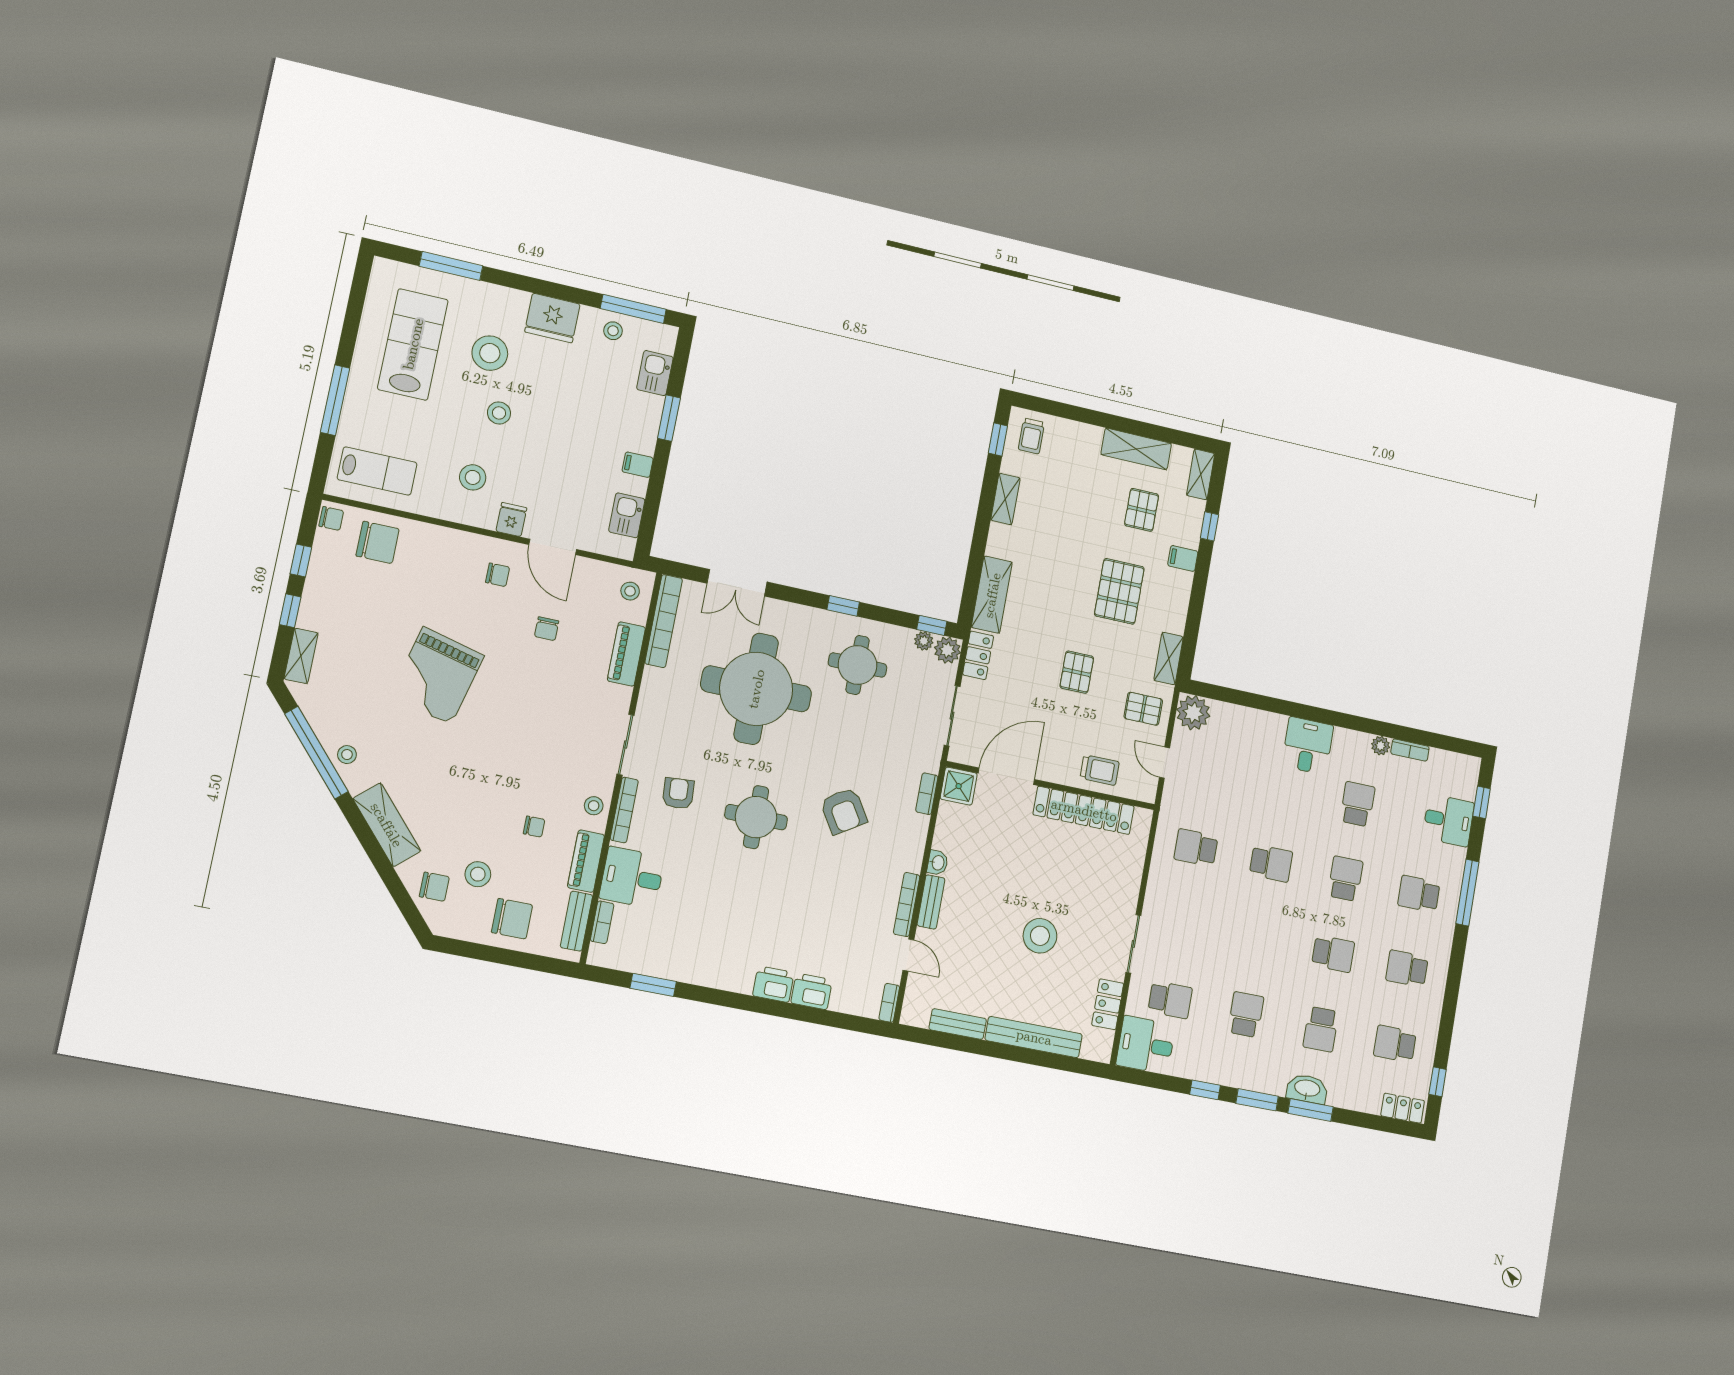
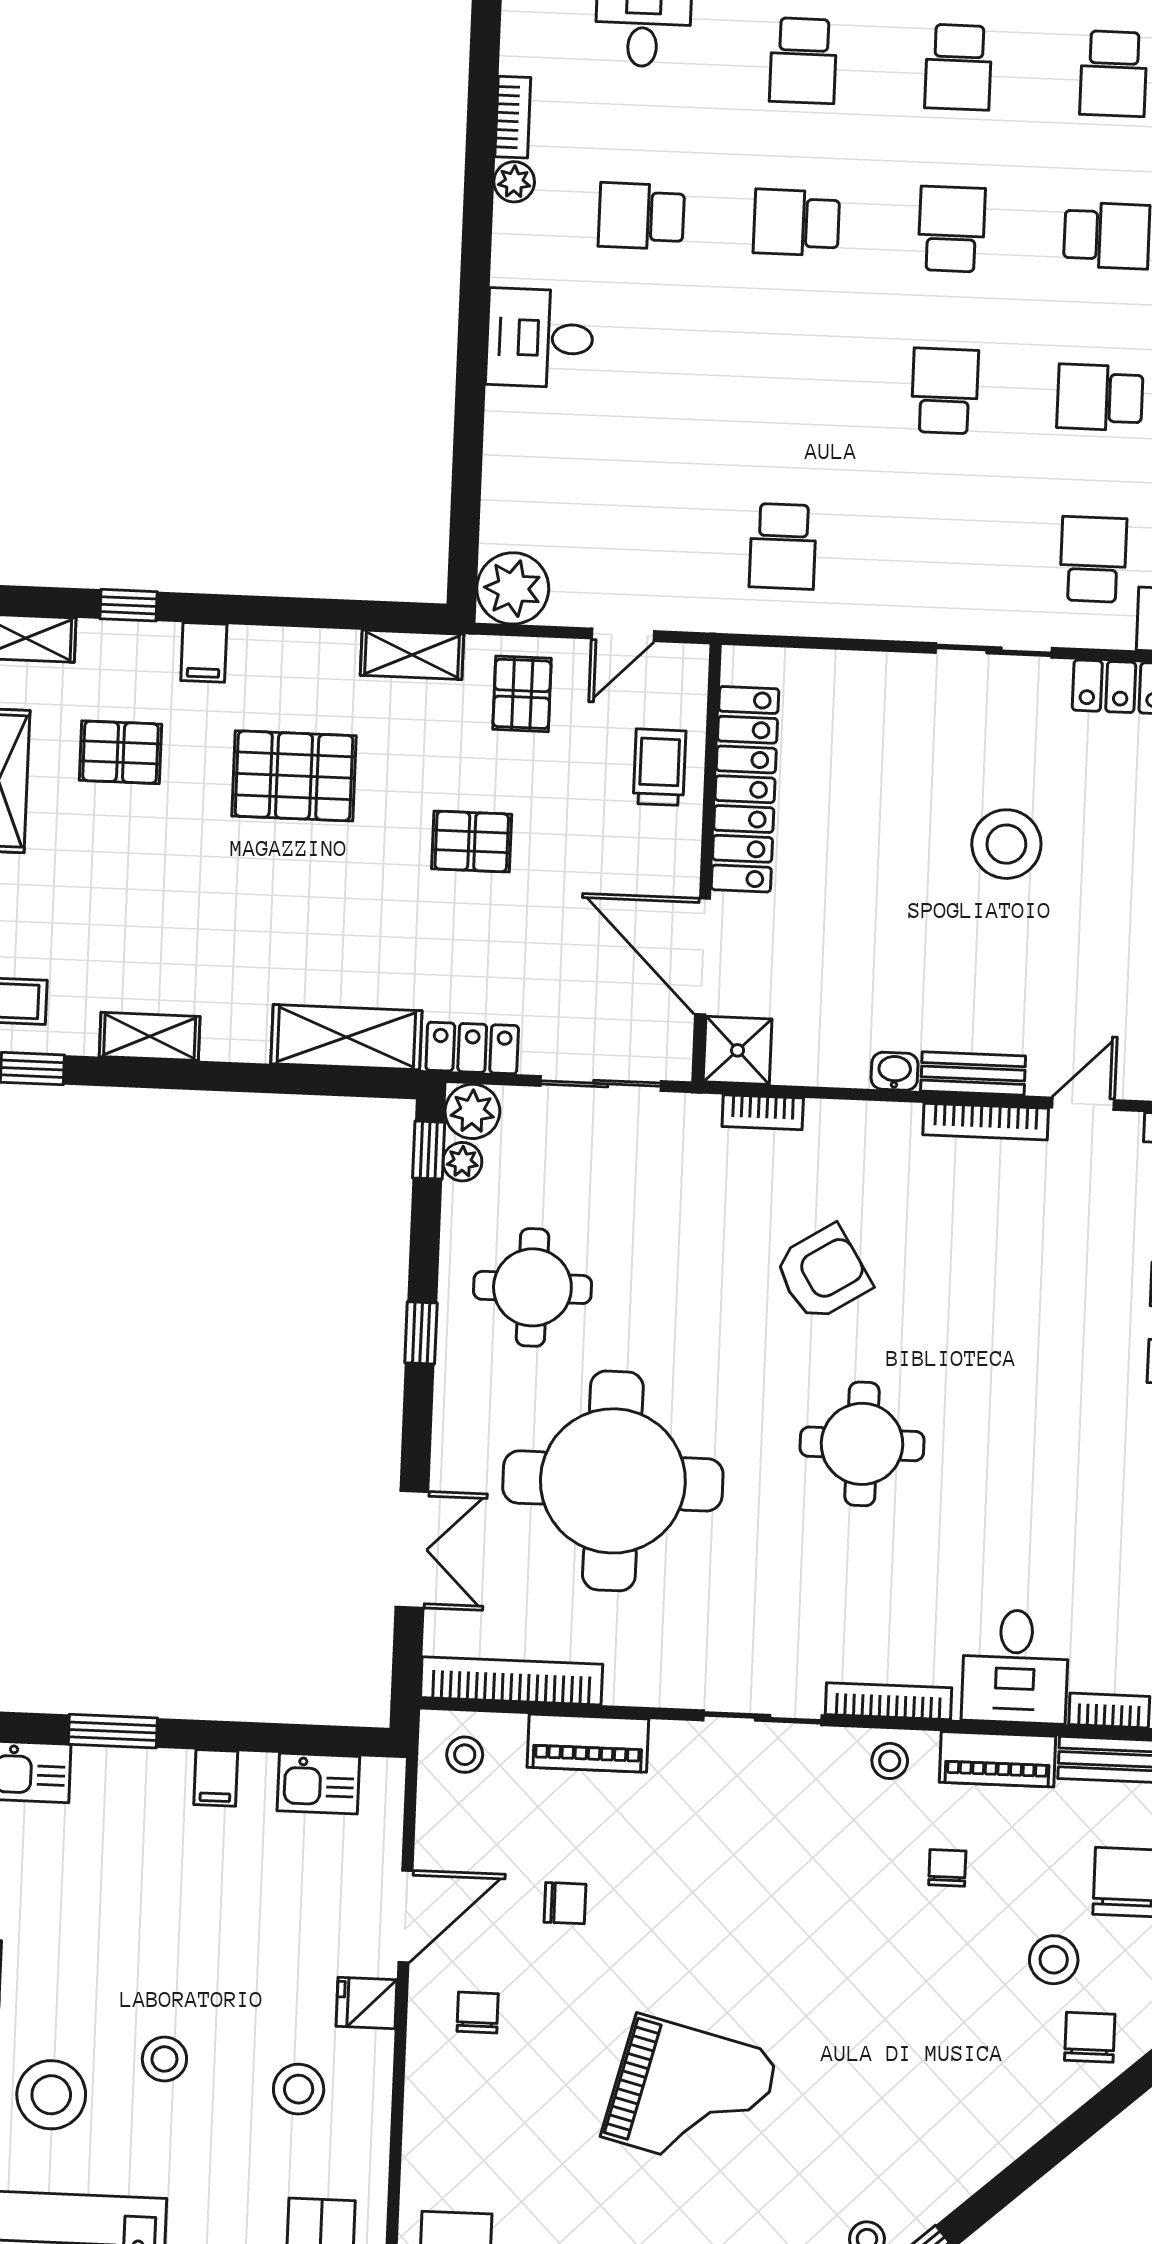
armchair: (678, 793) -> (840, 1602), removed
shelving: (387, 825) -> (987, 2144), removed
school desk: (1271, 863) -> (945, 391), moved

